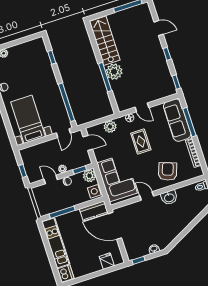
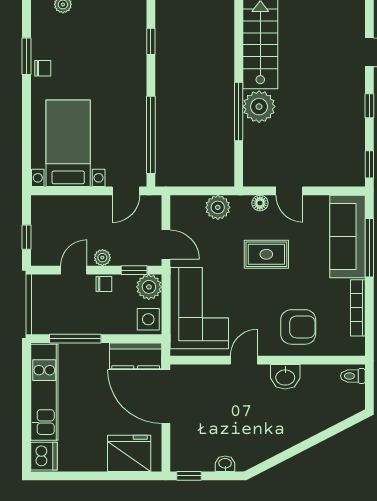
rug: (141, 142) -> (266, 254), turned 90
door: (88, 143) -> (166, 245), moved
armchair: (168, 171) -> (298, 327), turned 70
door: (51, 179) -> (74, 270), hinge flipped
door: (147, 196) -> (244, 360), hinge flipped
fridge: (107, 261) -> (129, 453), width x1.88, depth x1.34

